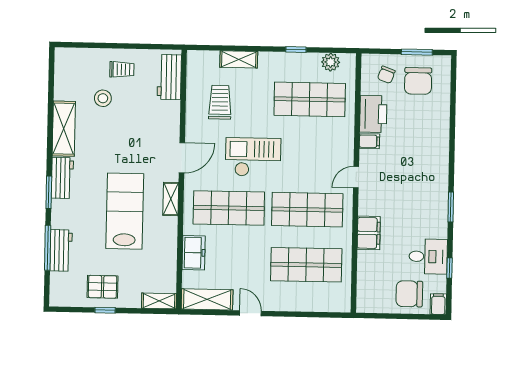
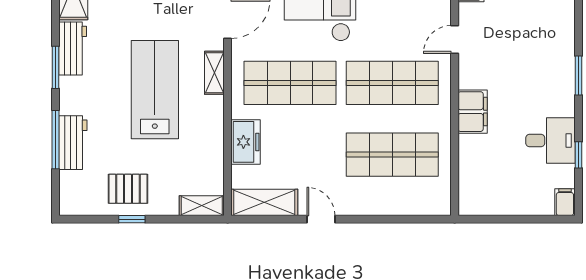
chair: (409, 294) -> (527, 190), removed

